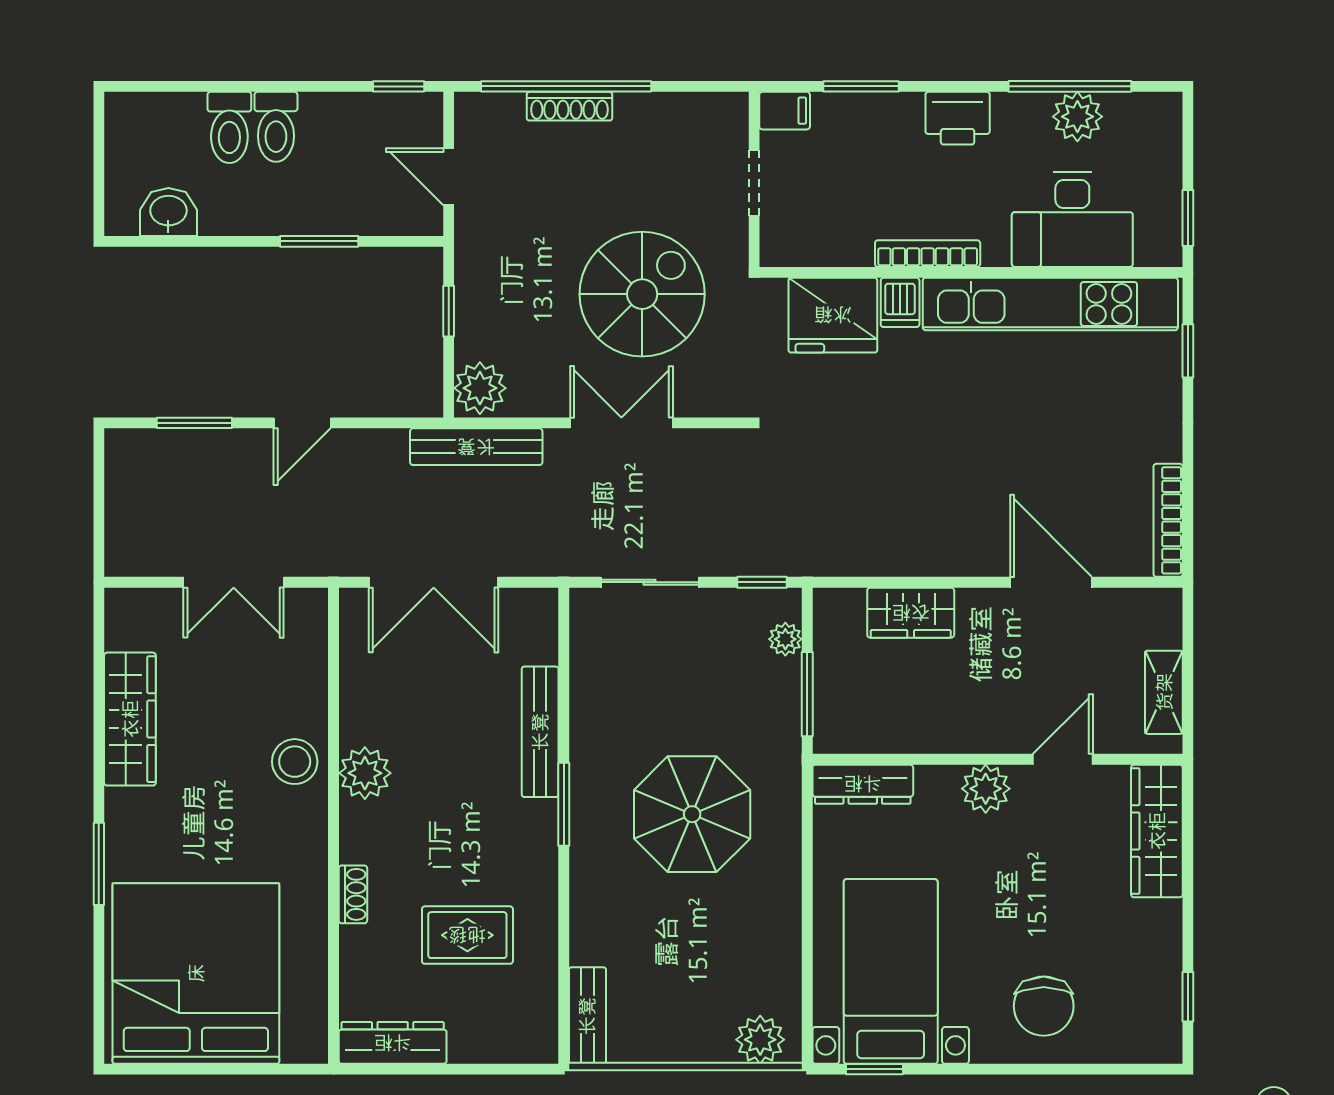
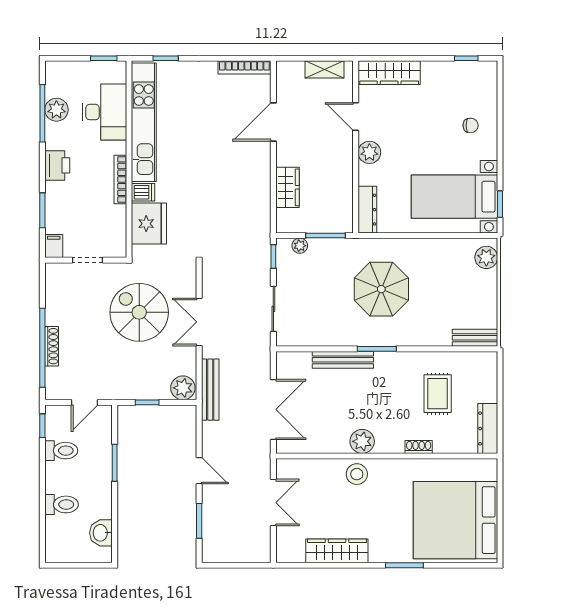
toilet: (276, 127) -> (61, 451), moved
chair: (1044, 1006) -> (471, 125), width x0.54, depth x0.54

